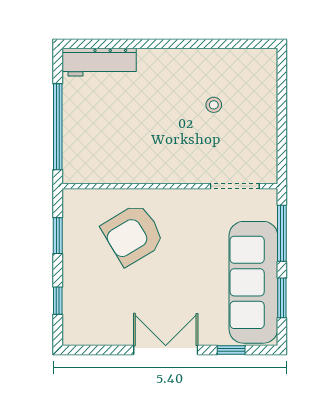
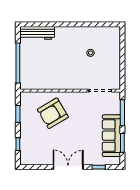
sofa: (253, 282) -> (111, 136), width x0.74, depth x0.79

